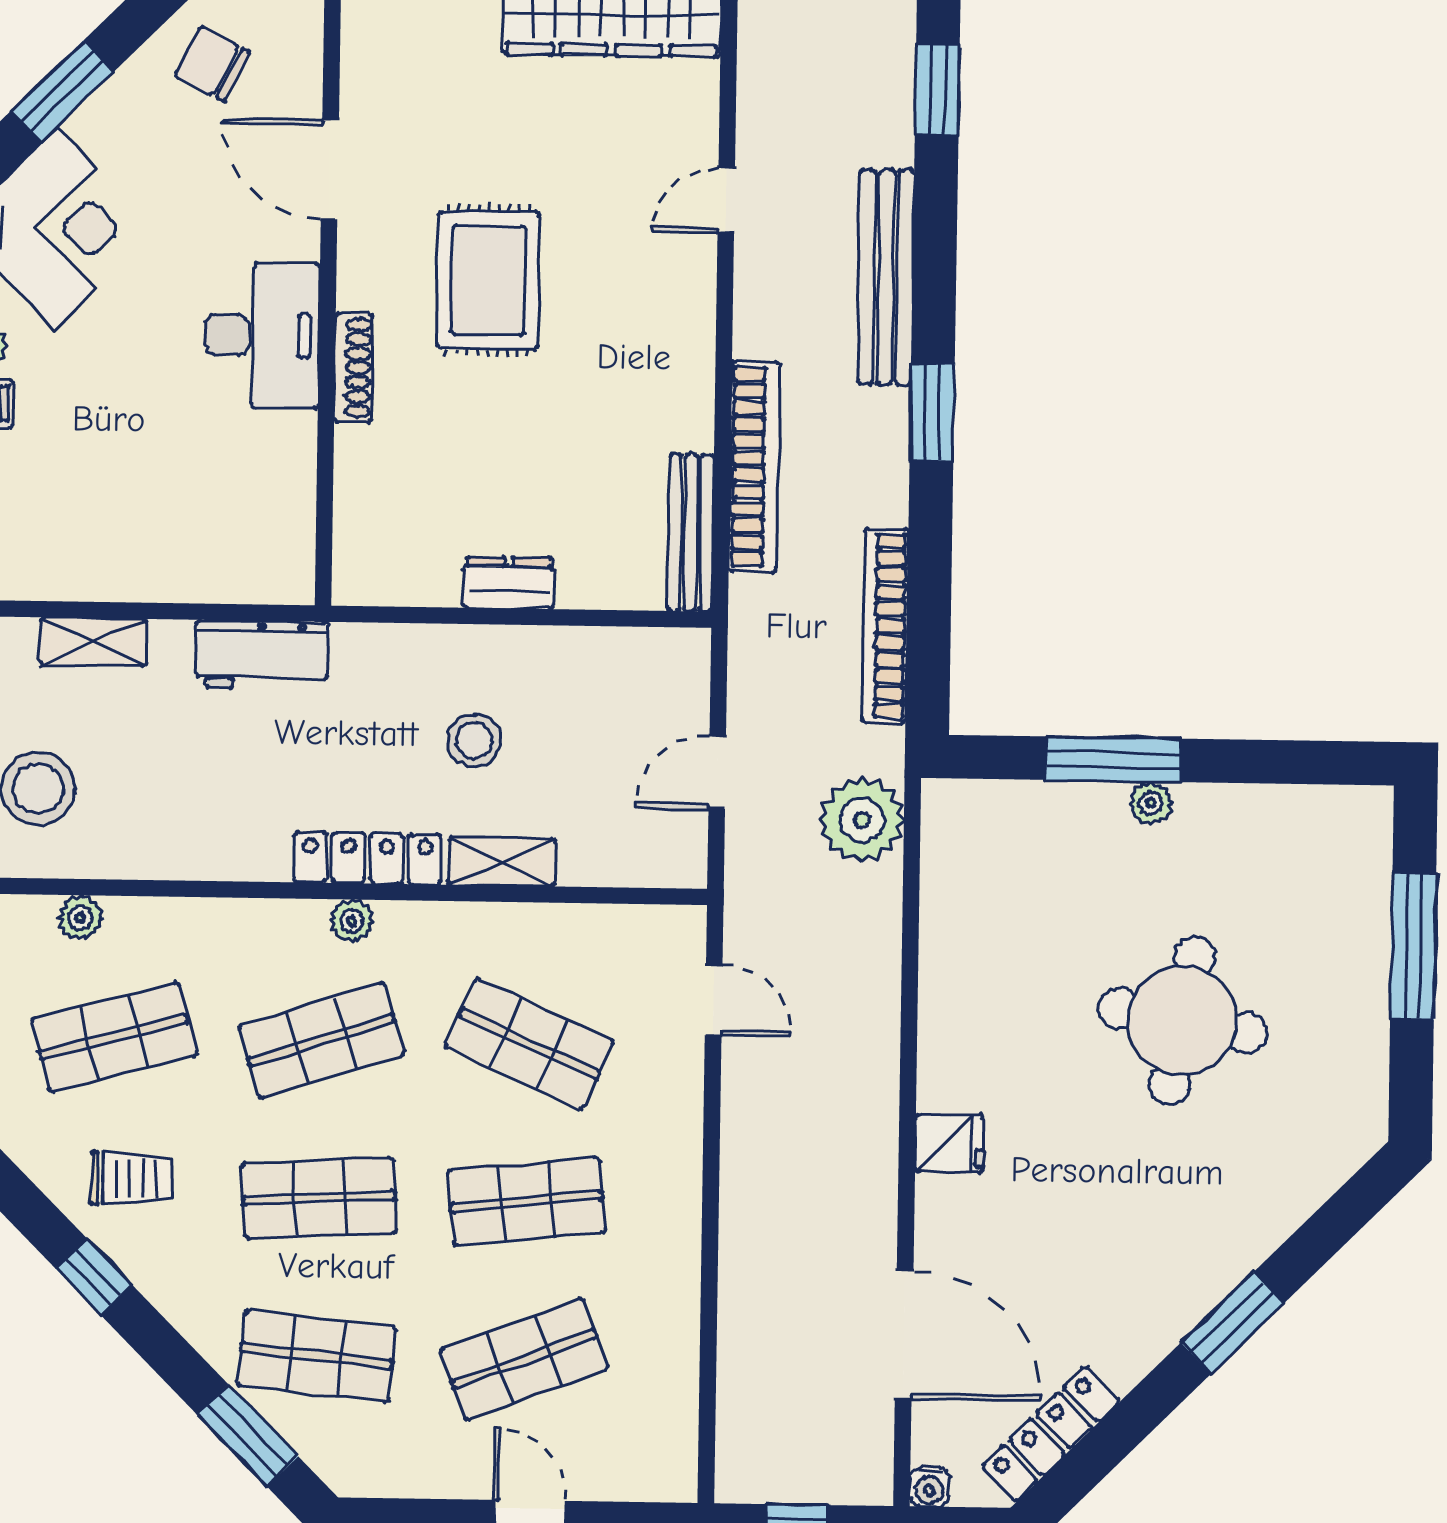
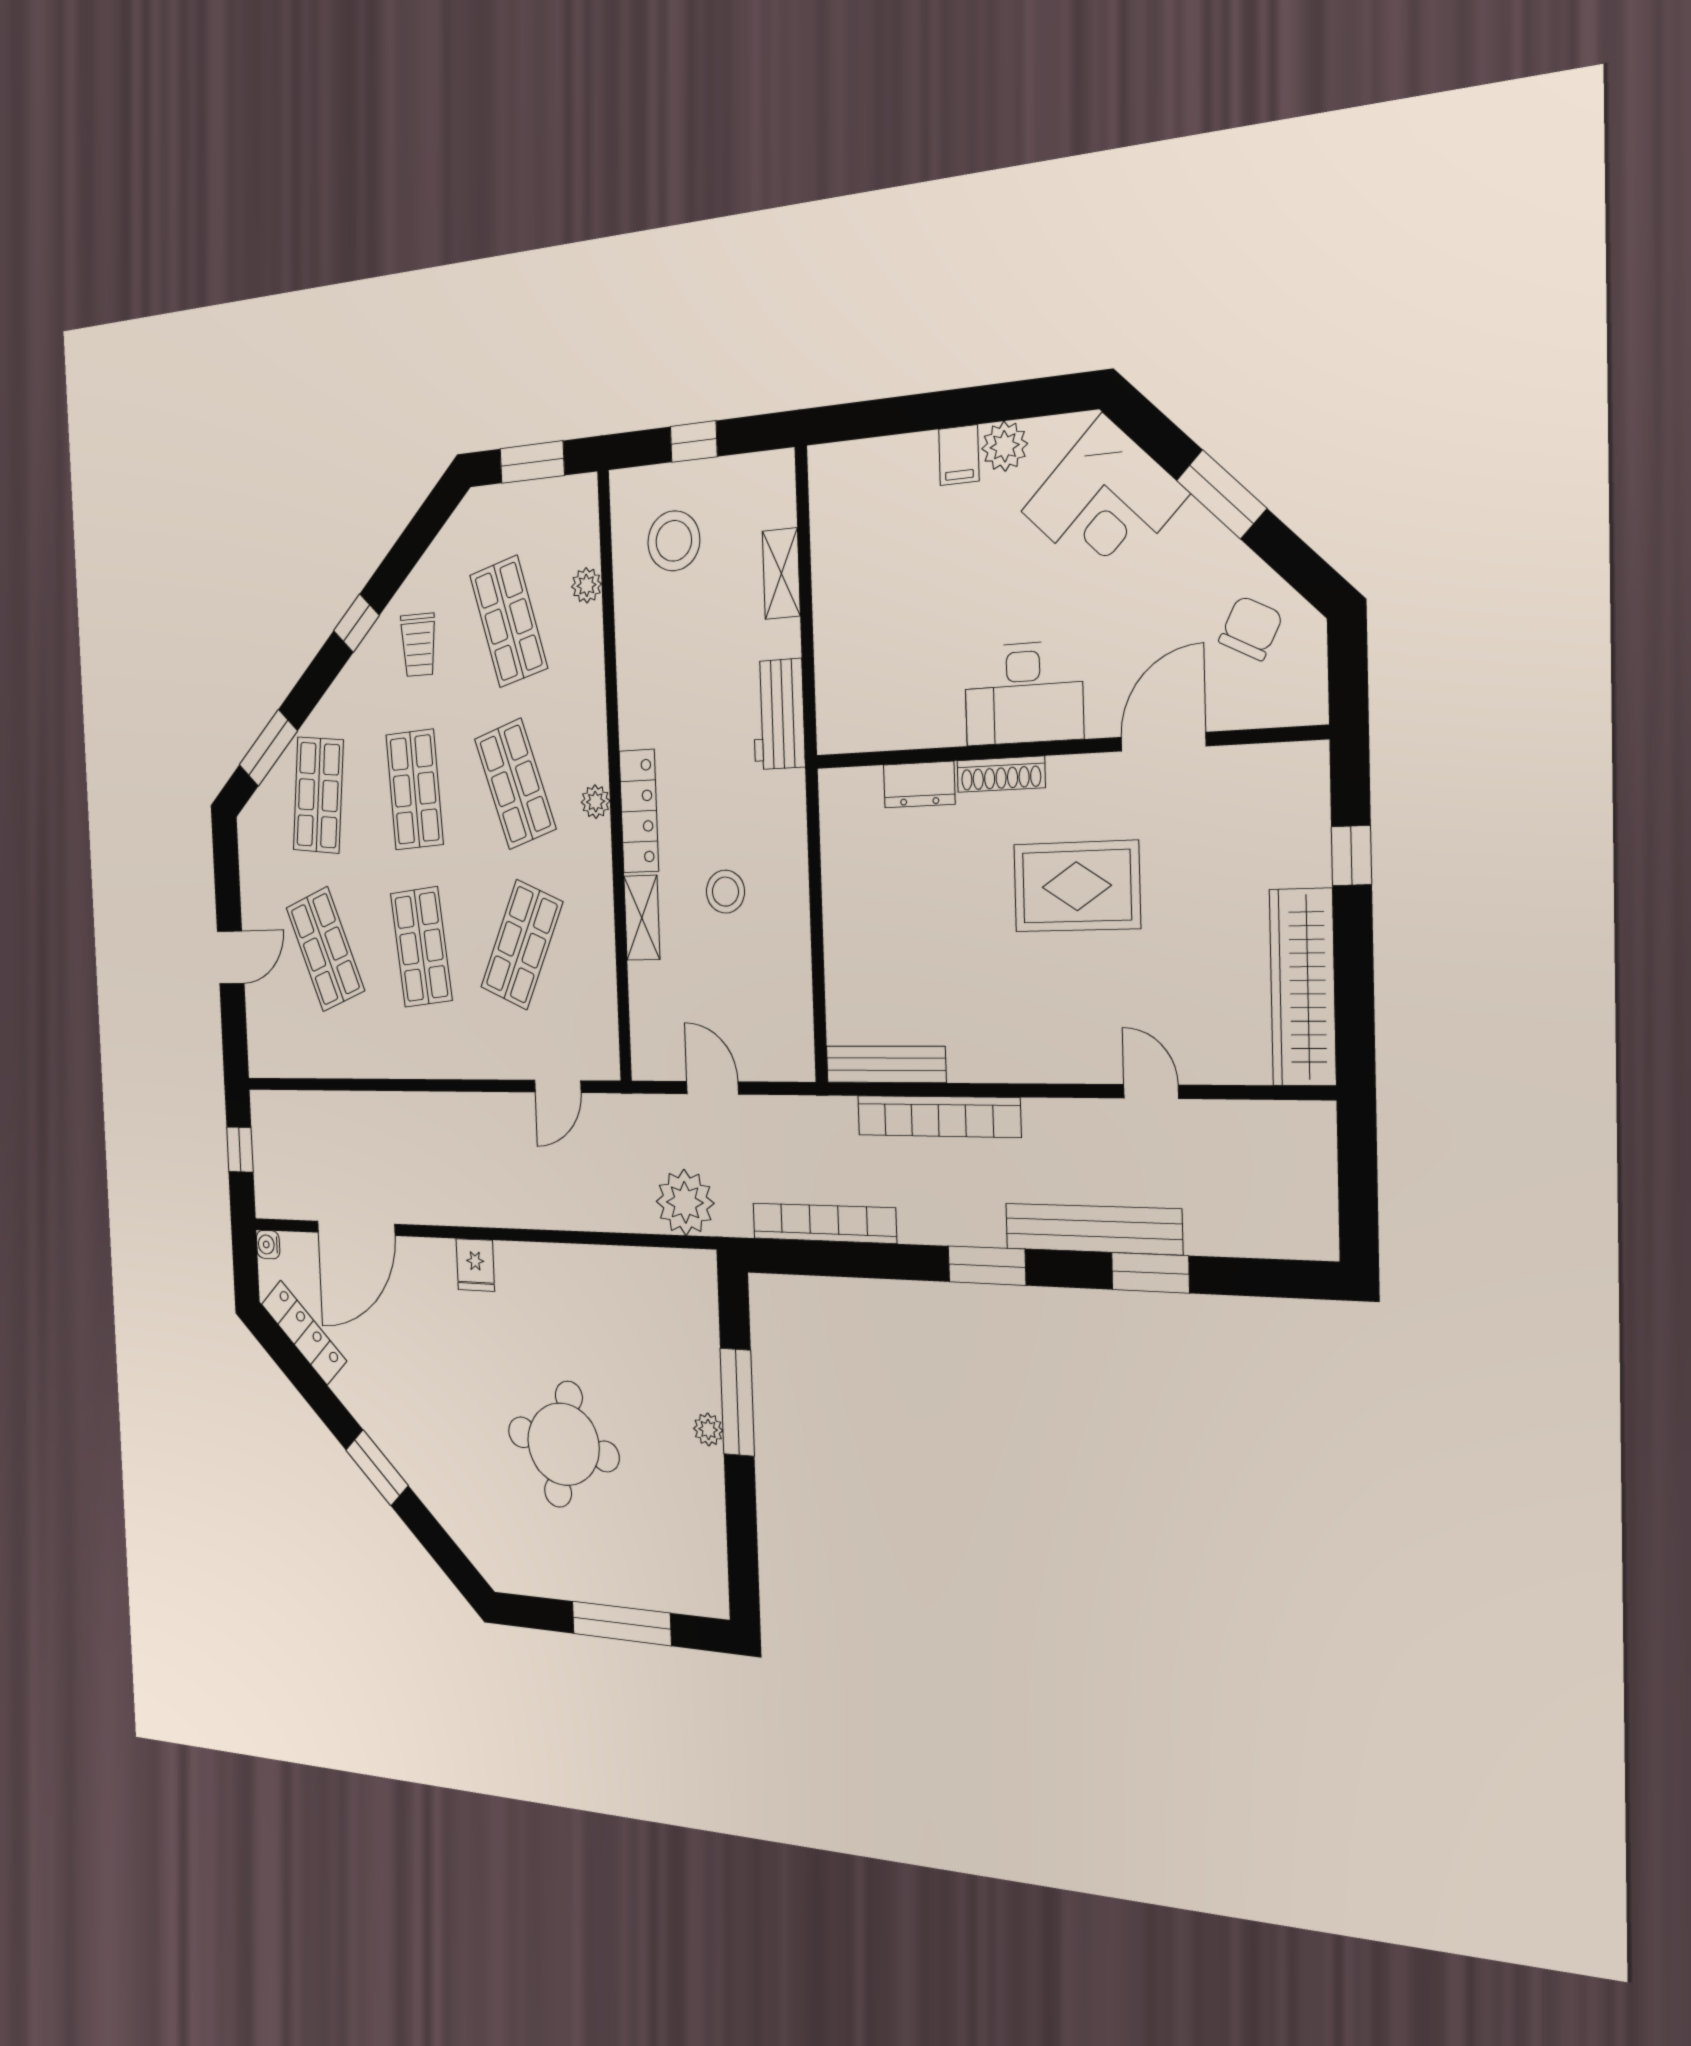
window: (937, 90) -> (1150, 1273), moved
dresser: (509, 583) -> (919, 784), moved, turned 90

